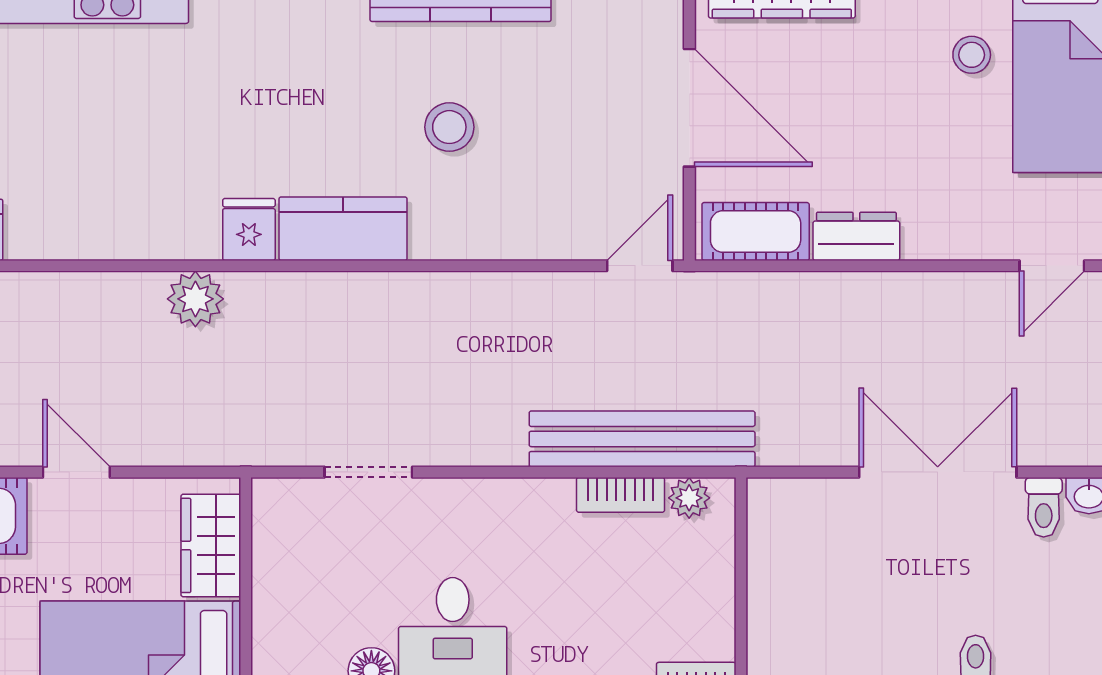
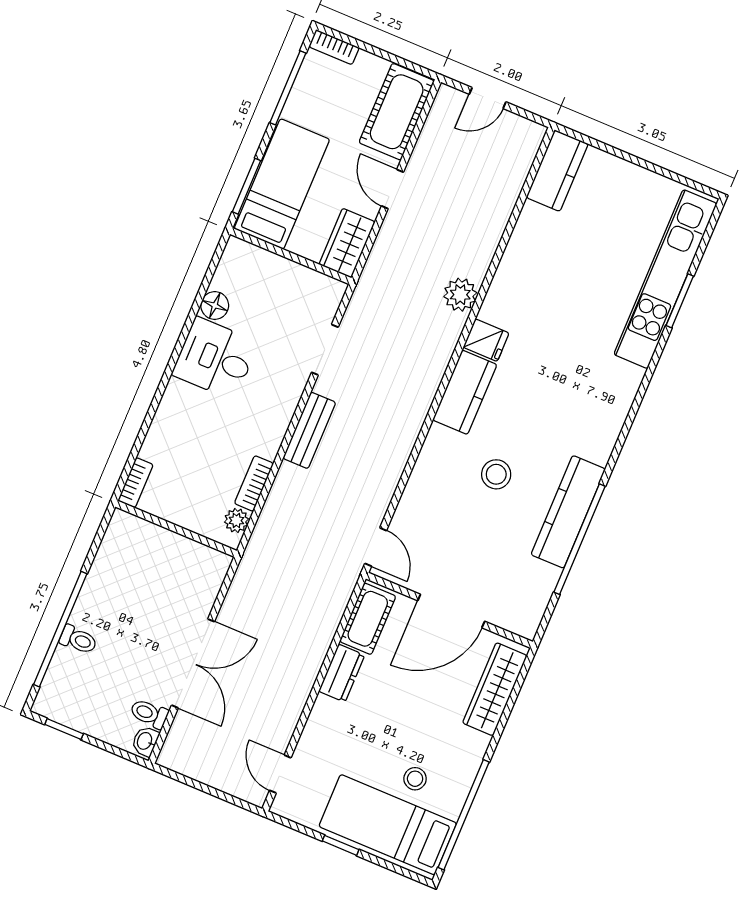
bench: (642, 439) -> (309, 430), moved, width x0.54, depth x0.82
door: (76, 472) -> (392, 189), swing flipped
wardrobe: (211, 545) -> (347, 243), moved, turned -90

